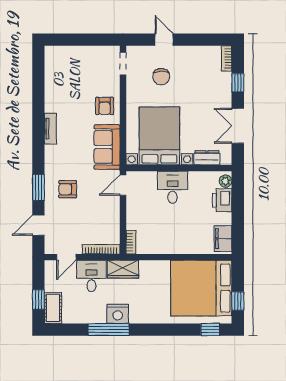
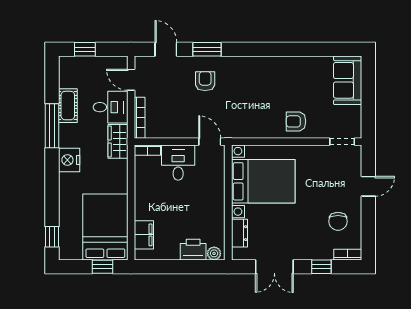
chair: (161, 77) -> (338, 221), moved, turned -90
double door: (238, 126) -> (274, 267), swing flipped
tv unit: (50, 129) -> (271, 62), removed
sofa: (107, 147) -> (348, 80), moved, turned -90
desk: (173, 187) -> (178, 163), moved, turned -90
filing cabinet: (223, 239) -> (144, 235), moved, turned 90
bed: (201, 288) -> (105, 227), width x0.73
window: (238, 301) -> (102, 267), moved
cot: (53, 308) -> (68, 106), moved, turned 90
nightstand: (118, 314) -> (69, 160), moved

